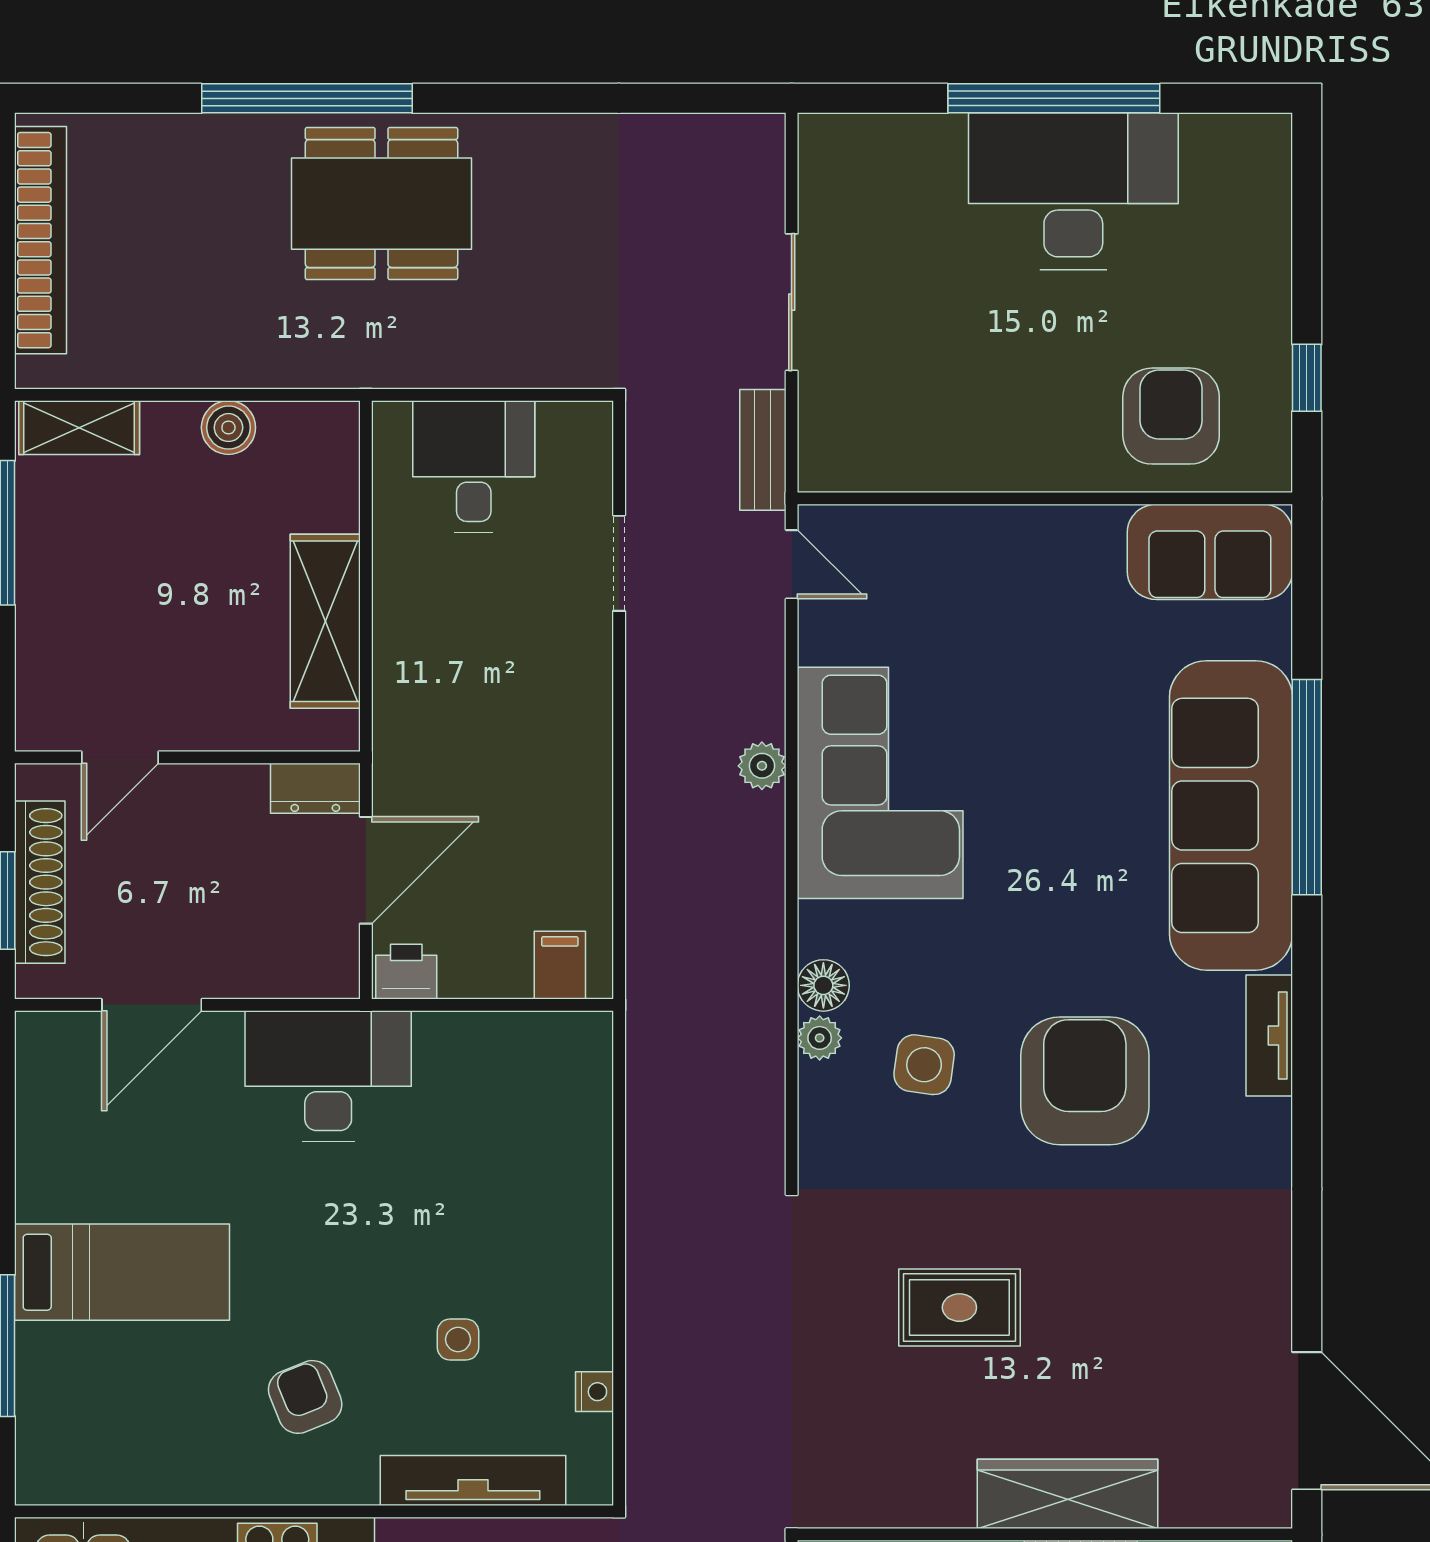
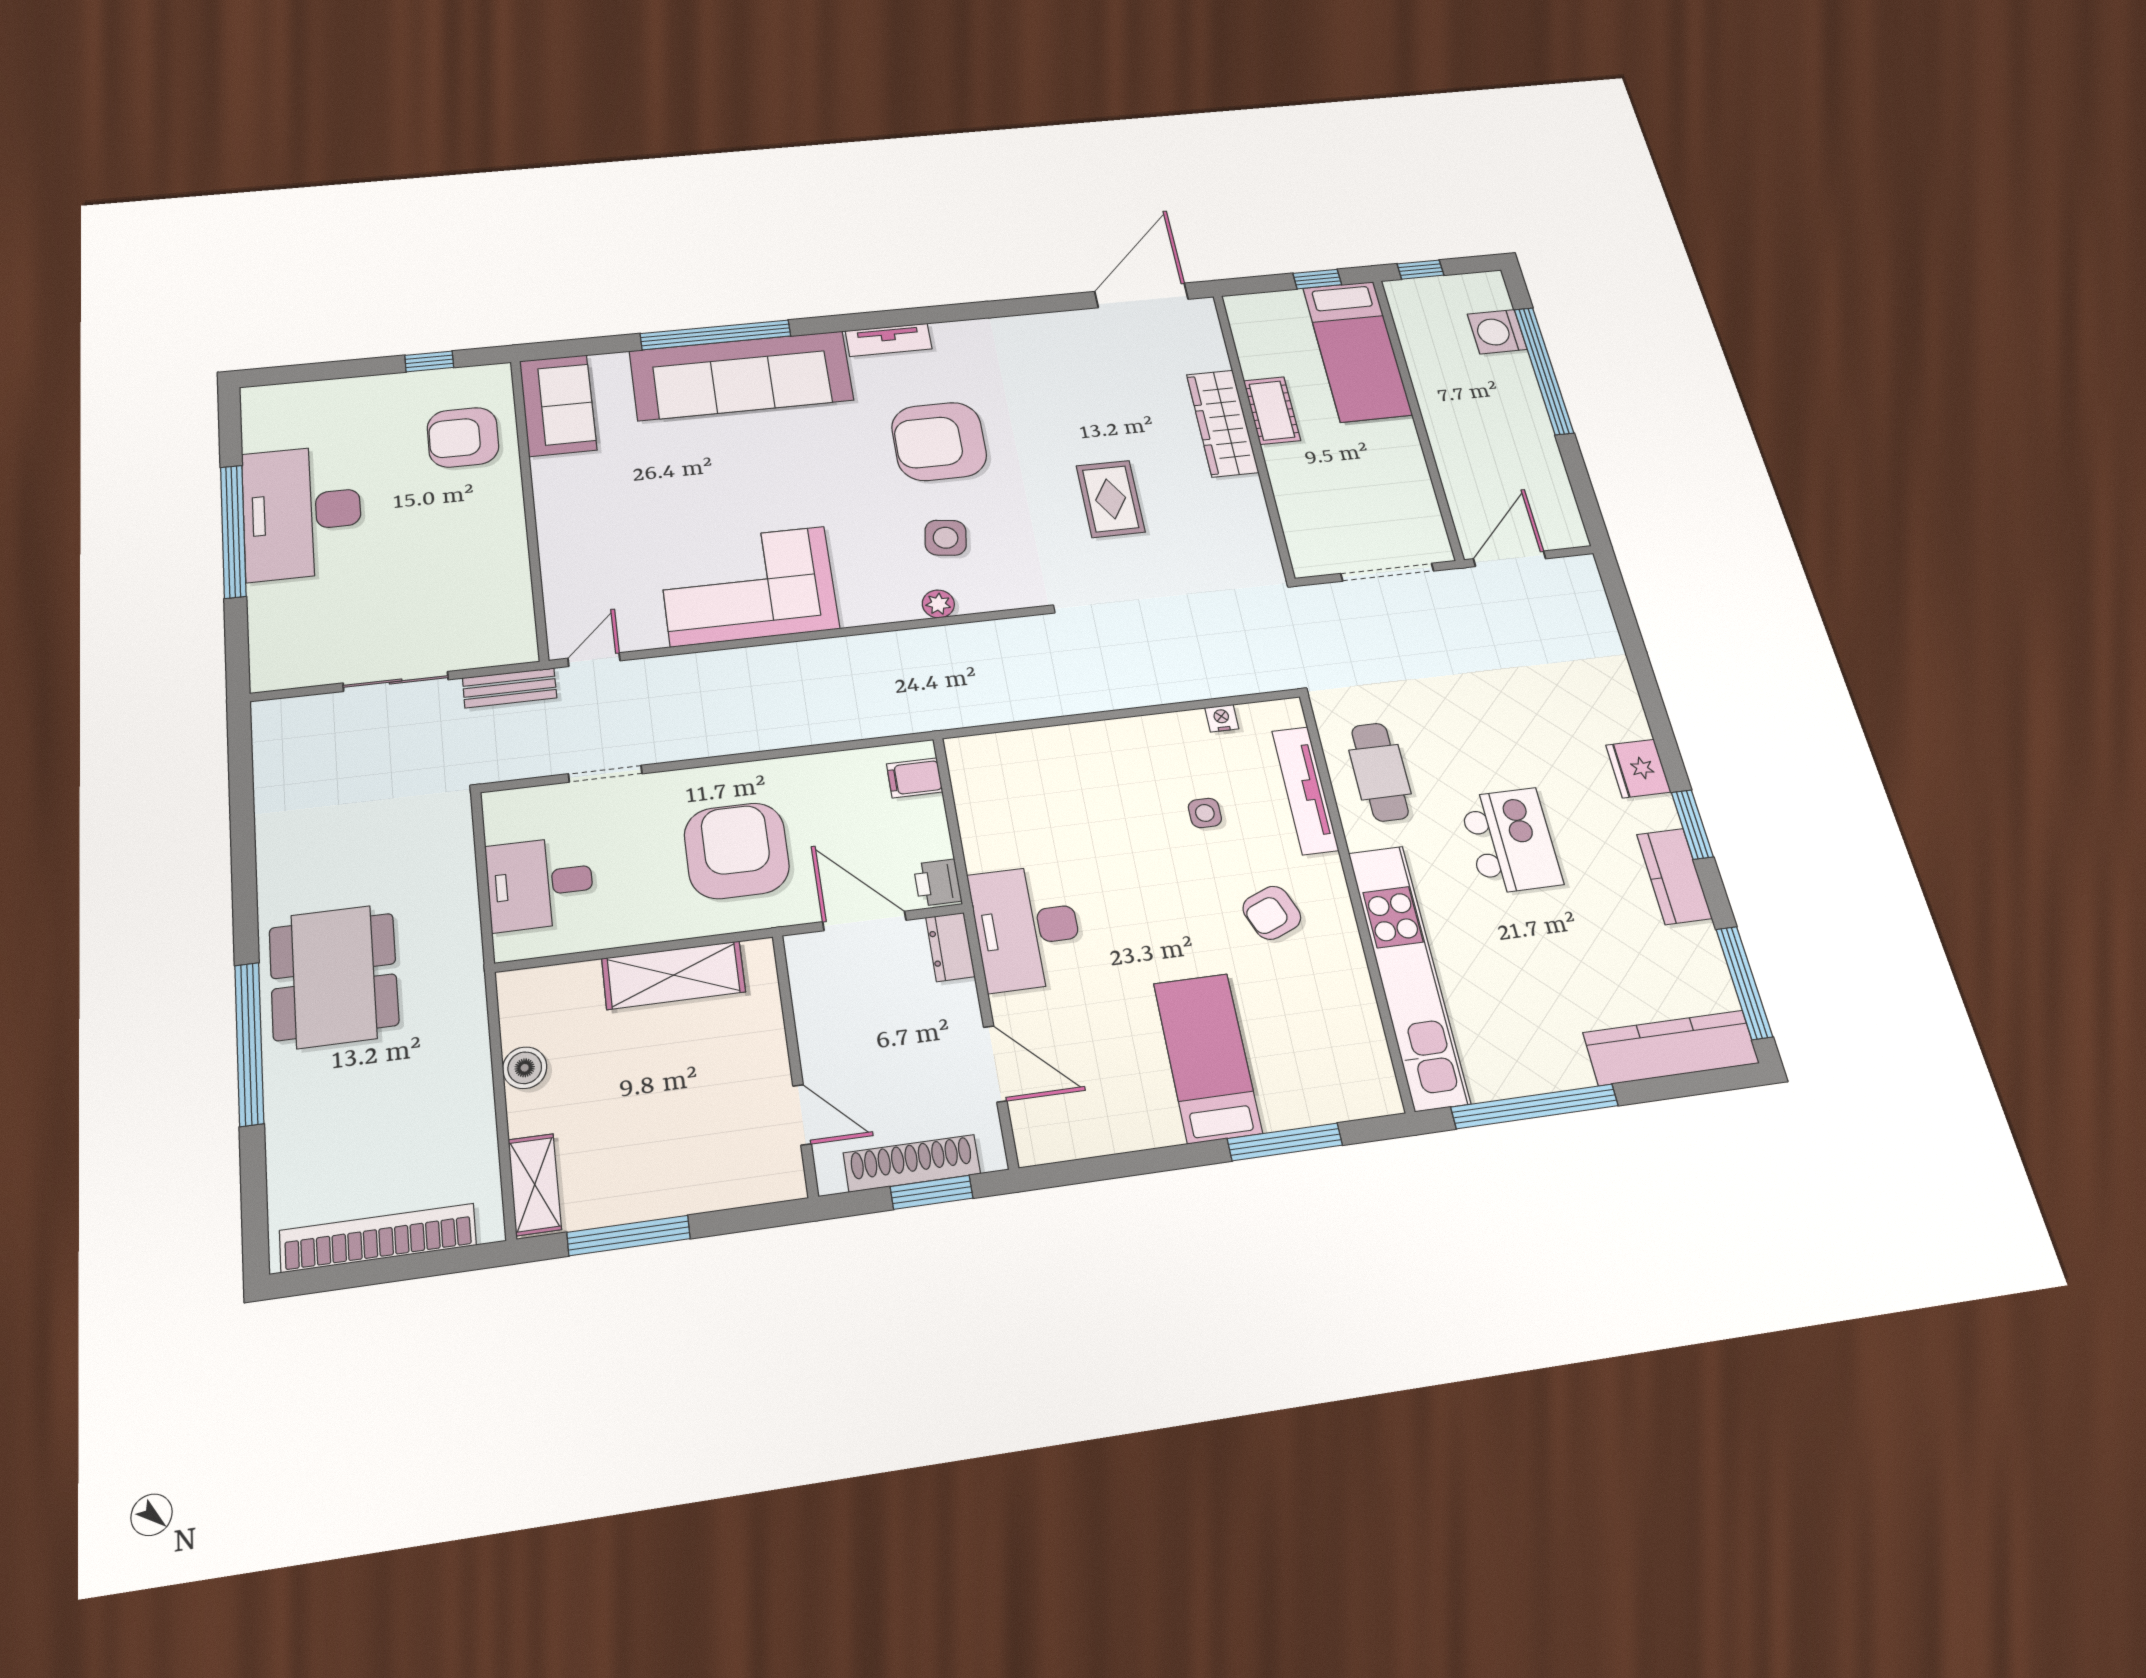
armchair: (486, 720) -> (737, 851), added
plant: (762, 766) -> (746, 662), removed
dresser: (315, 788) -> (950, 947), moved, turned 180
floor lamp: (823, 985) -> (900, 606), removed

